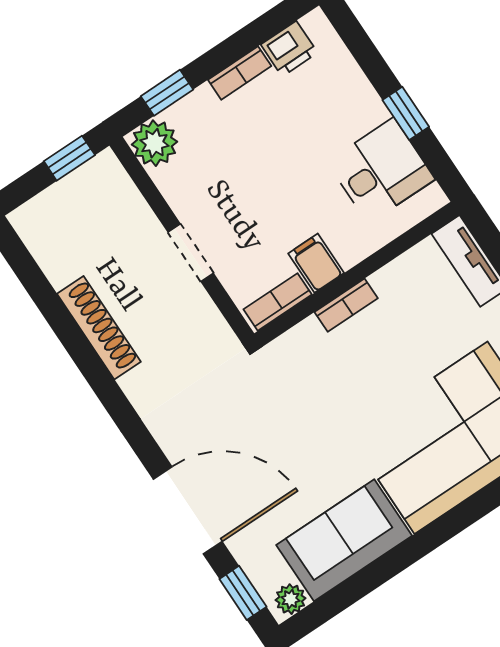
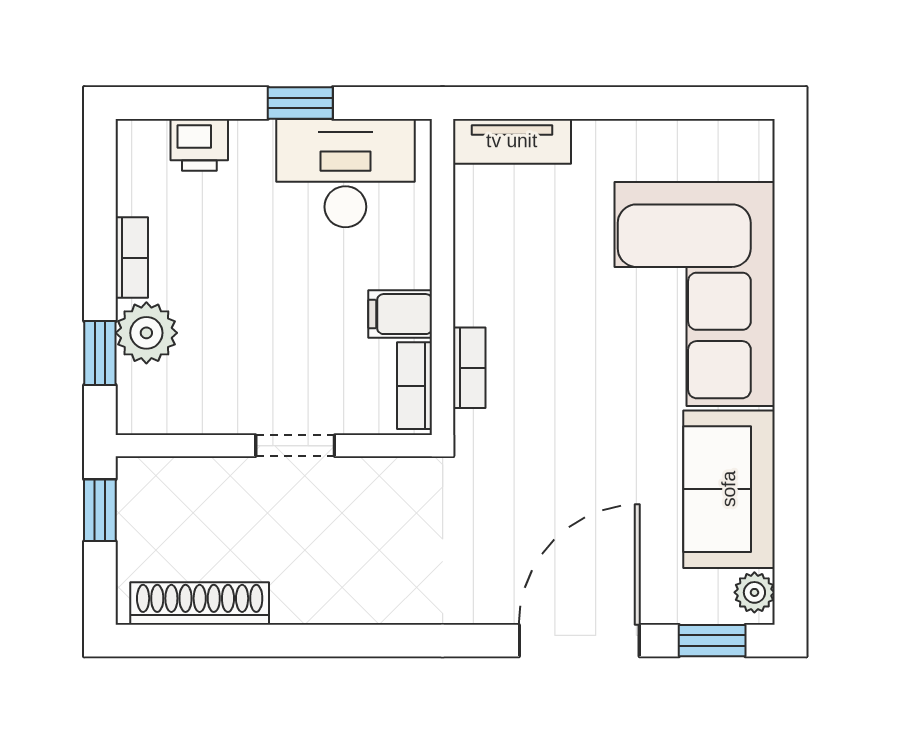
printer: (289, 49) -> (199, 145), moved, turned 90
plant: (154, 143) -> (146, 333), moved
desk: (381, 171) -> (345, 173), width x1.37
bookcase: (346, 305) -> (469, 368), moved
shoe rack: (99, 328) -> (200, 603), moved

